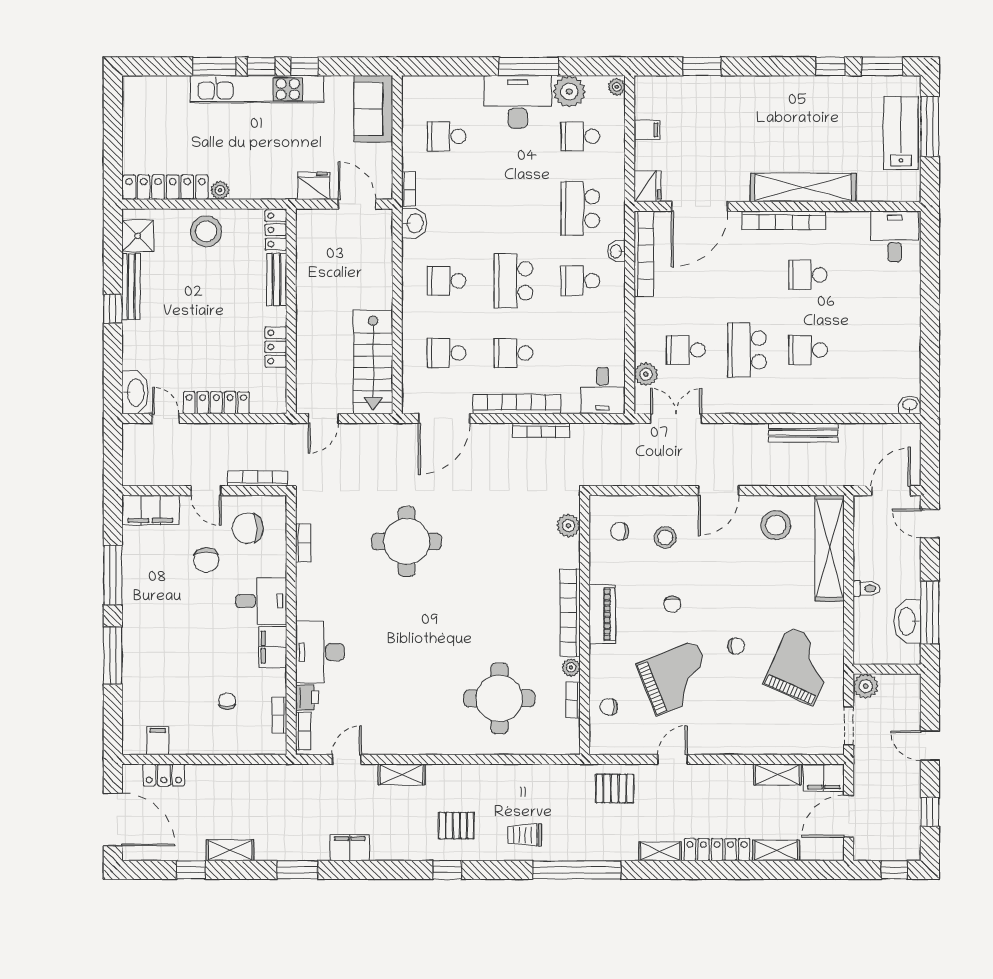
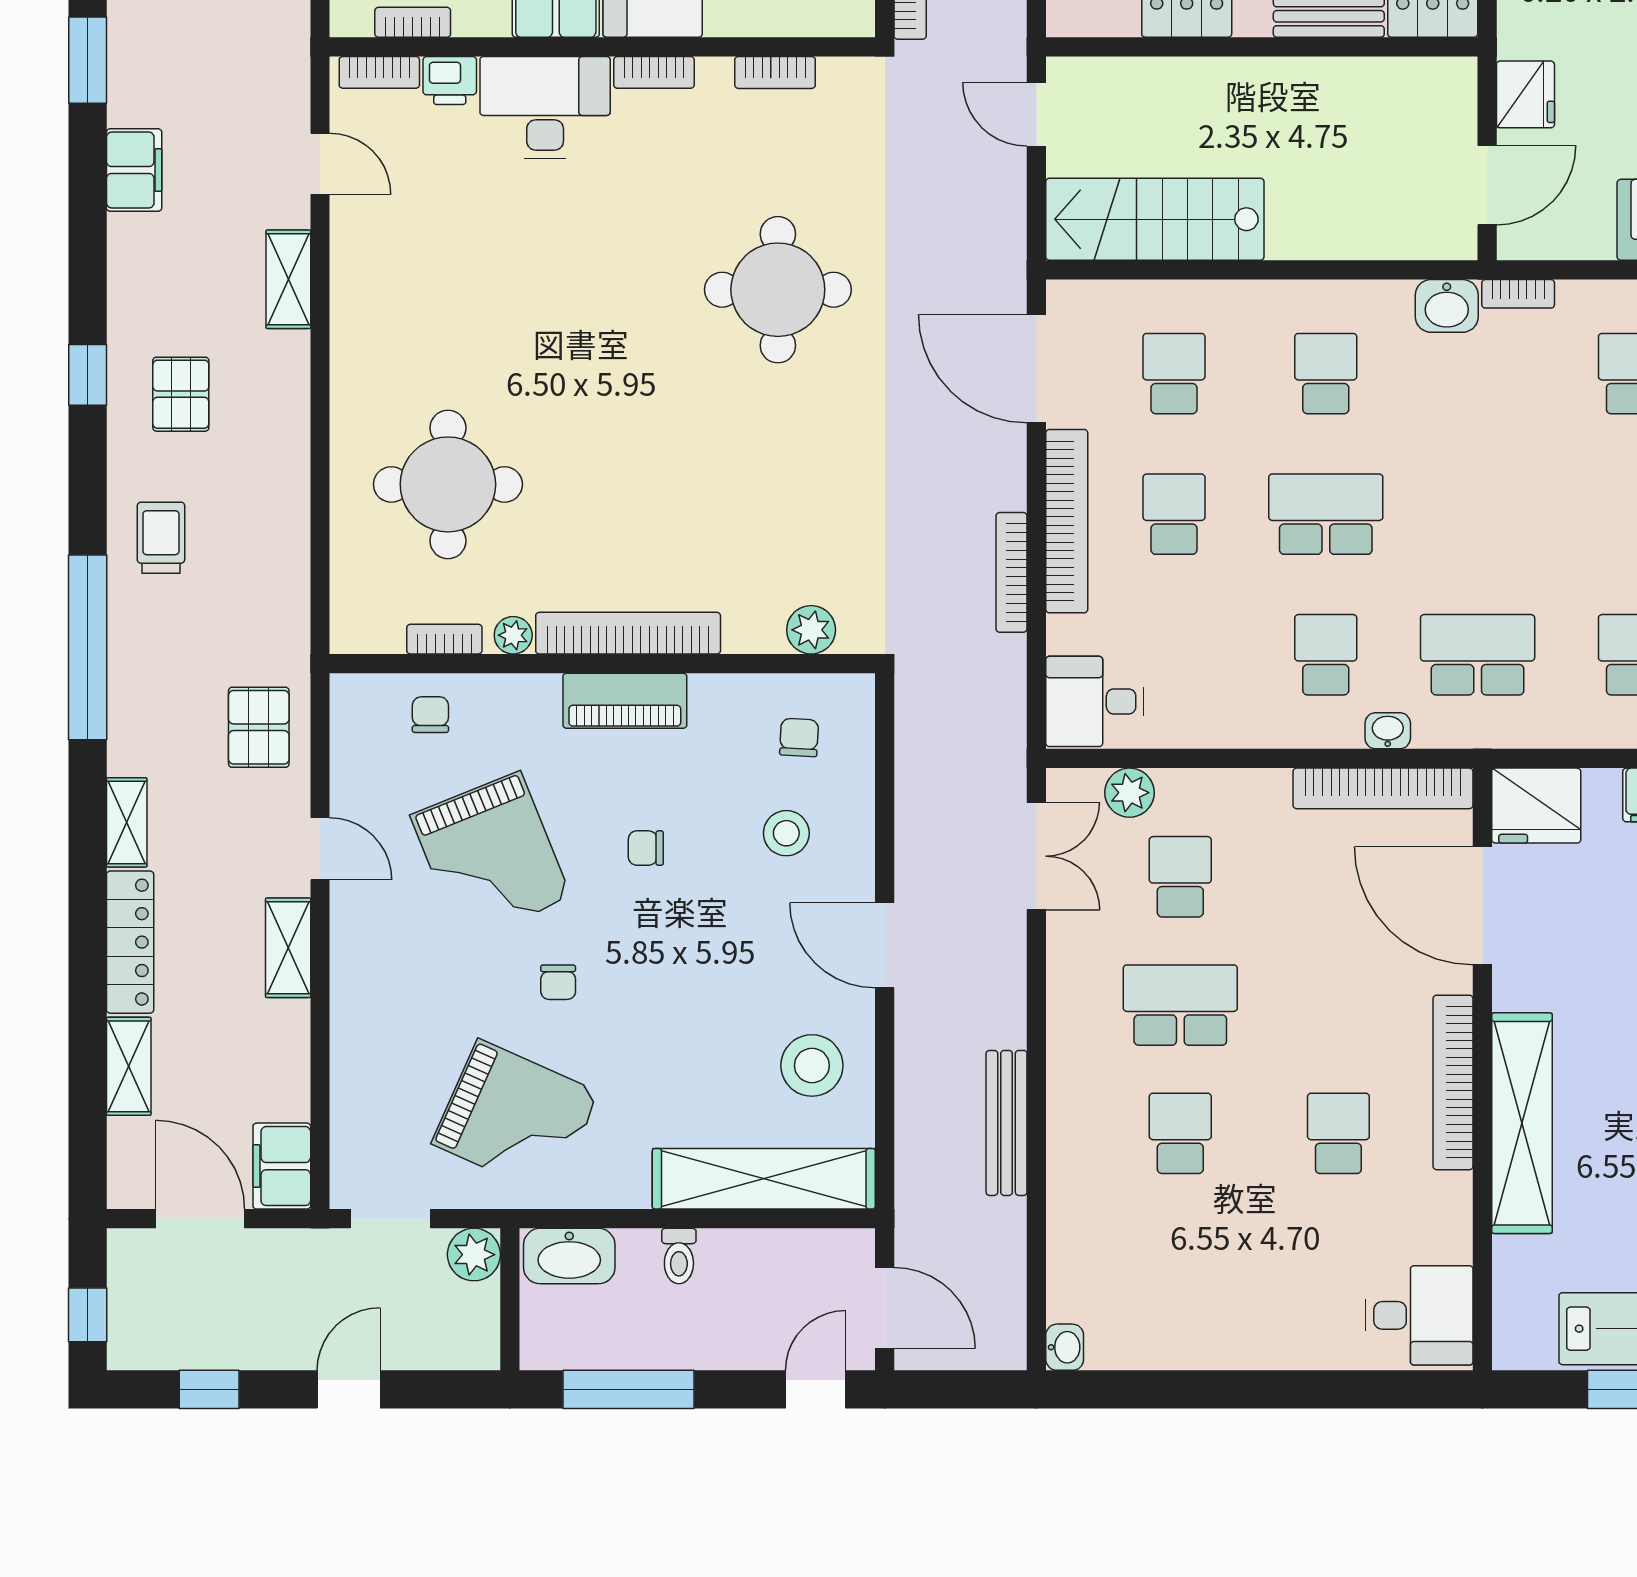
fridge: (648, 186) -> (1536, 806), width x1.36, depth x1.34
bookcase: (303, 600) -> (654, 72), added
washbasin: (908, 621) -> (569, 1256), moved, turned 180
shelving: (778, 774) -> (288, 948), moved

